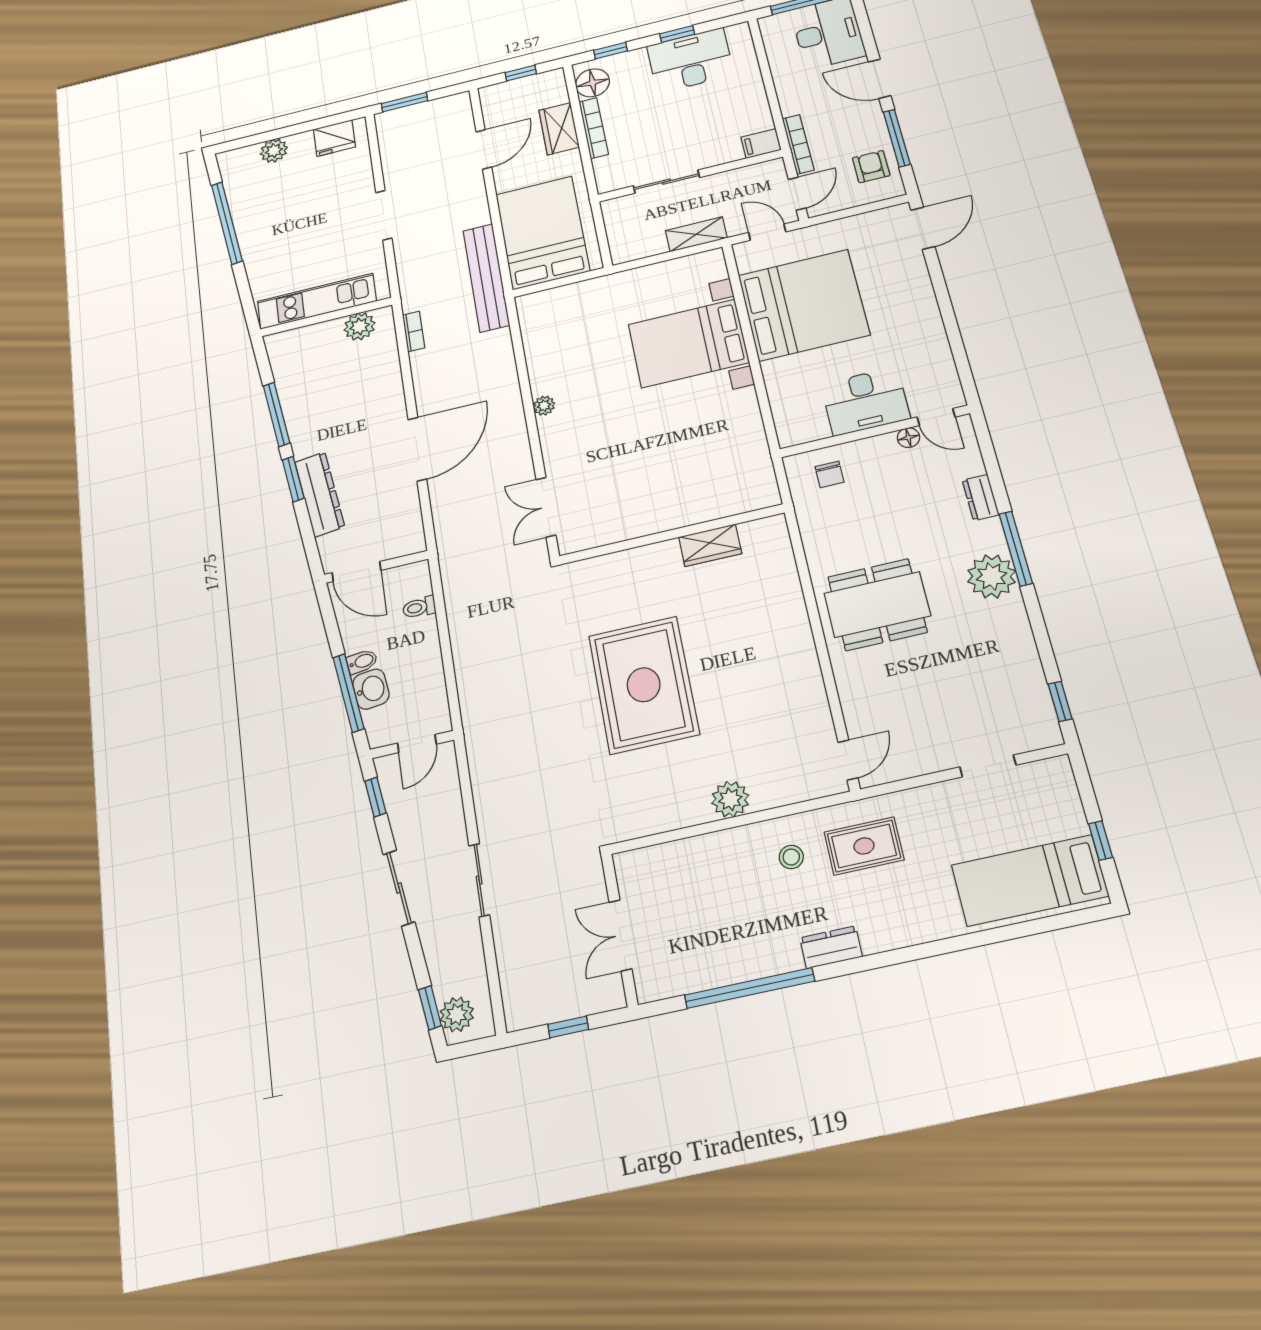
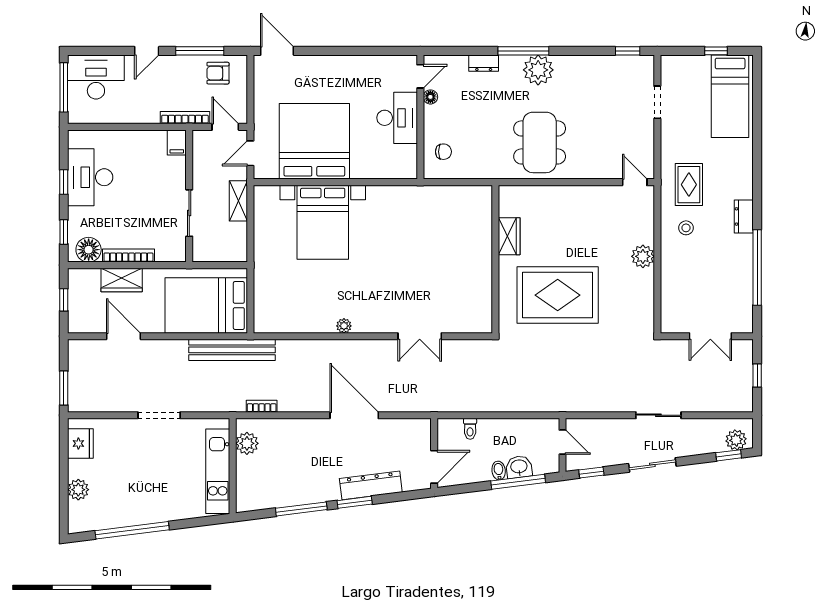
door: (880, 79) -> (147, 51), width x0.73
wall: (671, 534) -> (495, 259), moved
wardrobe: (710, 545) -> (509, 236), moved

